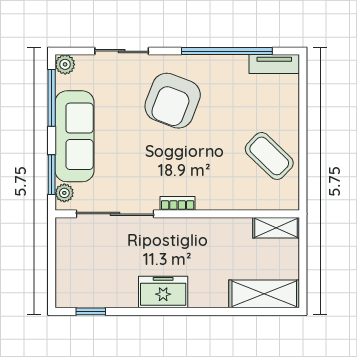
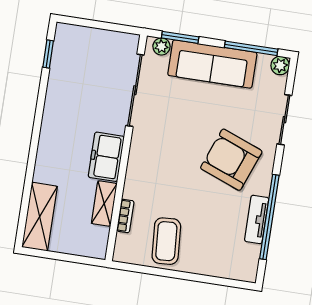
tv unit: (274, 64) -> (257, 219), moved
coffee table: (269, 156) -> (166, 241), turned -48
bookcase: (178, 203) -> (125, 216), moved
shelving: (276, 228) -> (104, 204), moved
freezer: (163, 292) -> (106, 157), moved, turned 180

